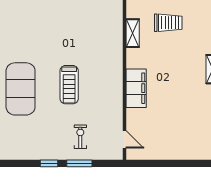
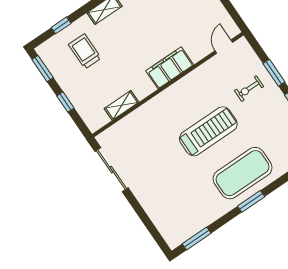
trolley: (168, 23) -> (85, 51), moved
treadmill: (69, 85) -> (208, 131), width x1.37, depth x1.38

